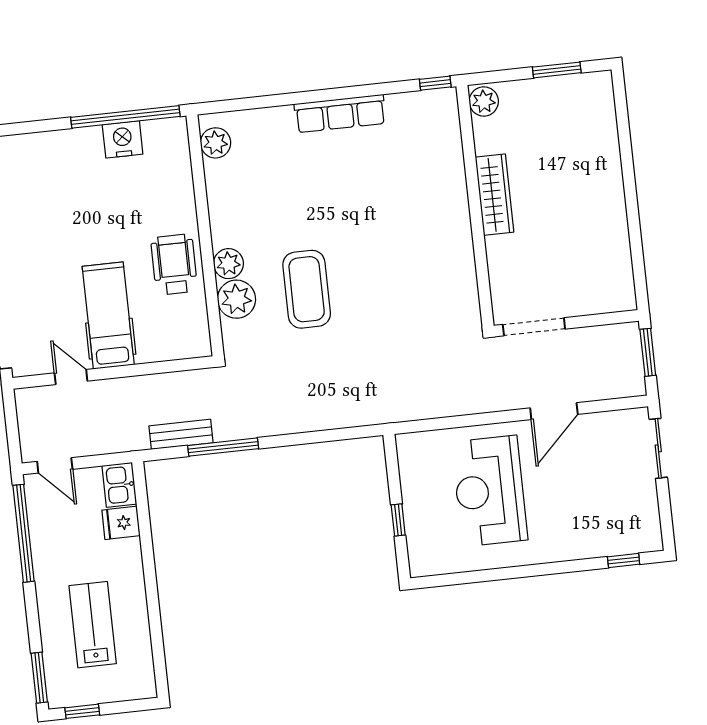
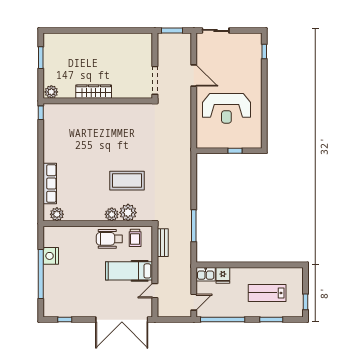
row of seats: (340, 114) -> (50, 184), moved
window: (125, 117) -> (41, 274), moved
trolley: (182, 321) -> (135, 238), added
bench: (181, 434) -> (163, 243), moved
window: (39, 678) -> (271, 320), moved

